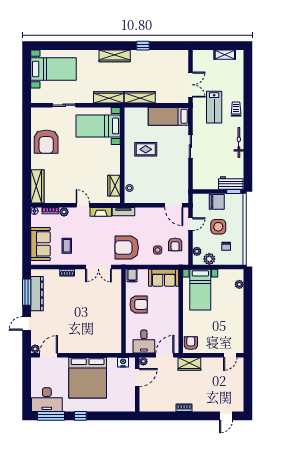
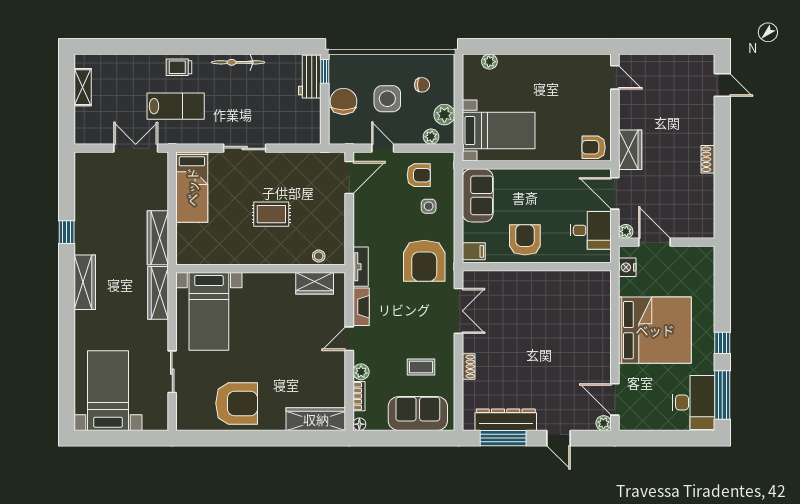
rug: (146, 149) -> (271, 214), moved, turned 90

